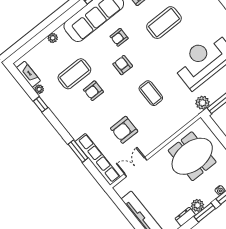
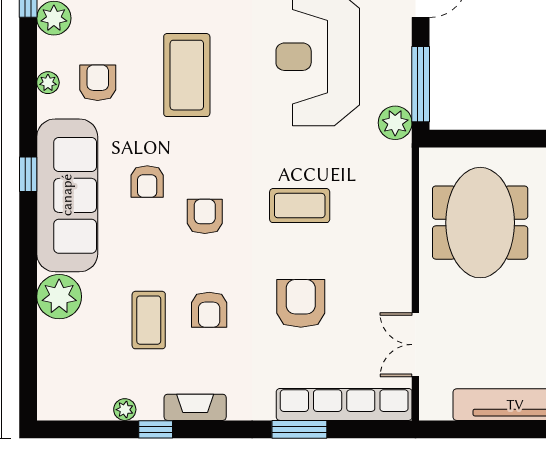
plant: (53, 38) -> (59, 297), width x1.88, depth x1.88
armchair: (123, 65) -> (205, 216), turned 90
fireplace: (28, 74) -> (195, 407), moved
coffee table: (74, 74) -> (149, 320), width x0.73, depth x0.76
armchair: (124, 130) -> (301, 303), moved, turned 180

